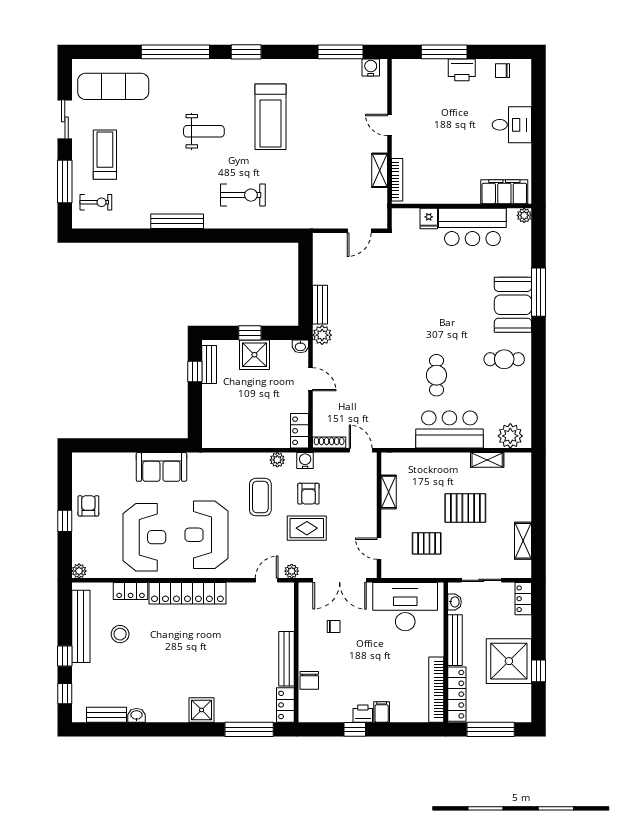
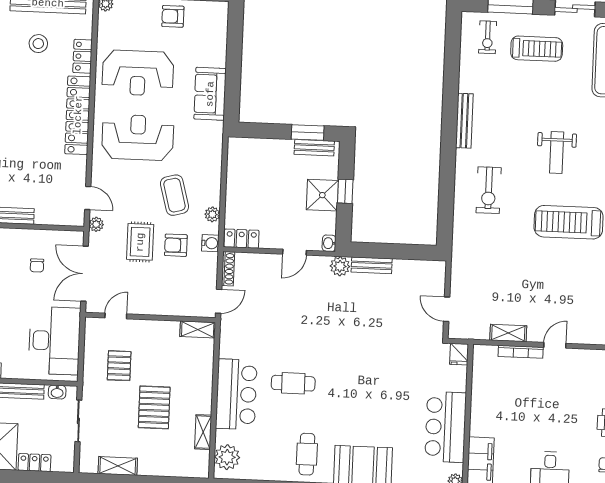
bookcase: (397, 180) -> (521, 352), moved
fridge: (429, 218) -> (459, 354), moved, turned -90
window: (195, 371) -> (308, 133), width x1.50
shelving: (389, 492) -> (198, 329), moved
coffee table: (260, 497) -> (174, 195), turned 75
armchair: (88, 506) -> (173, 16), turned 180
locker: (523, 599) -> (34, 463), moved

